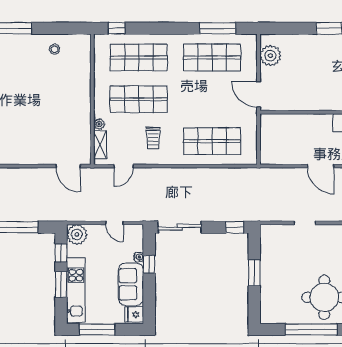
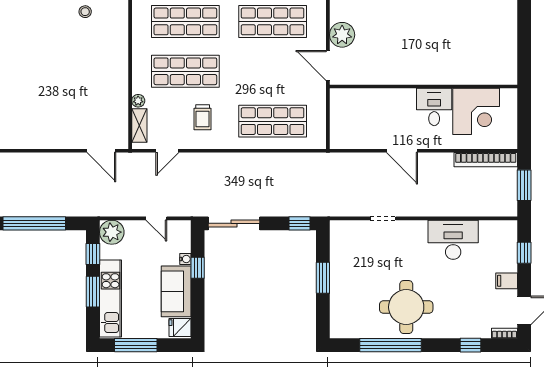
plant: (270, 56) -> (342, 35), moved

